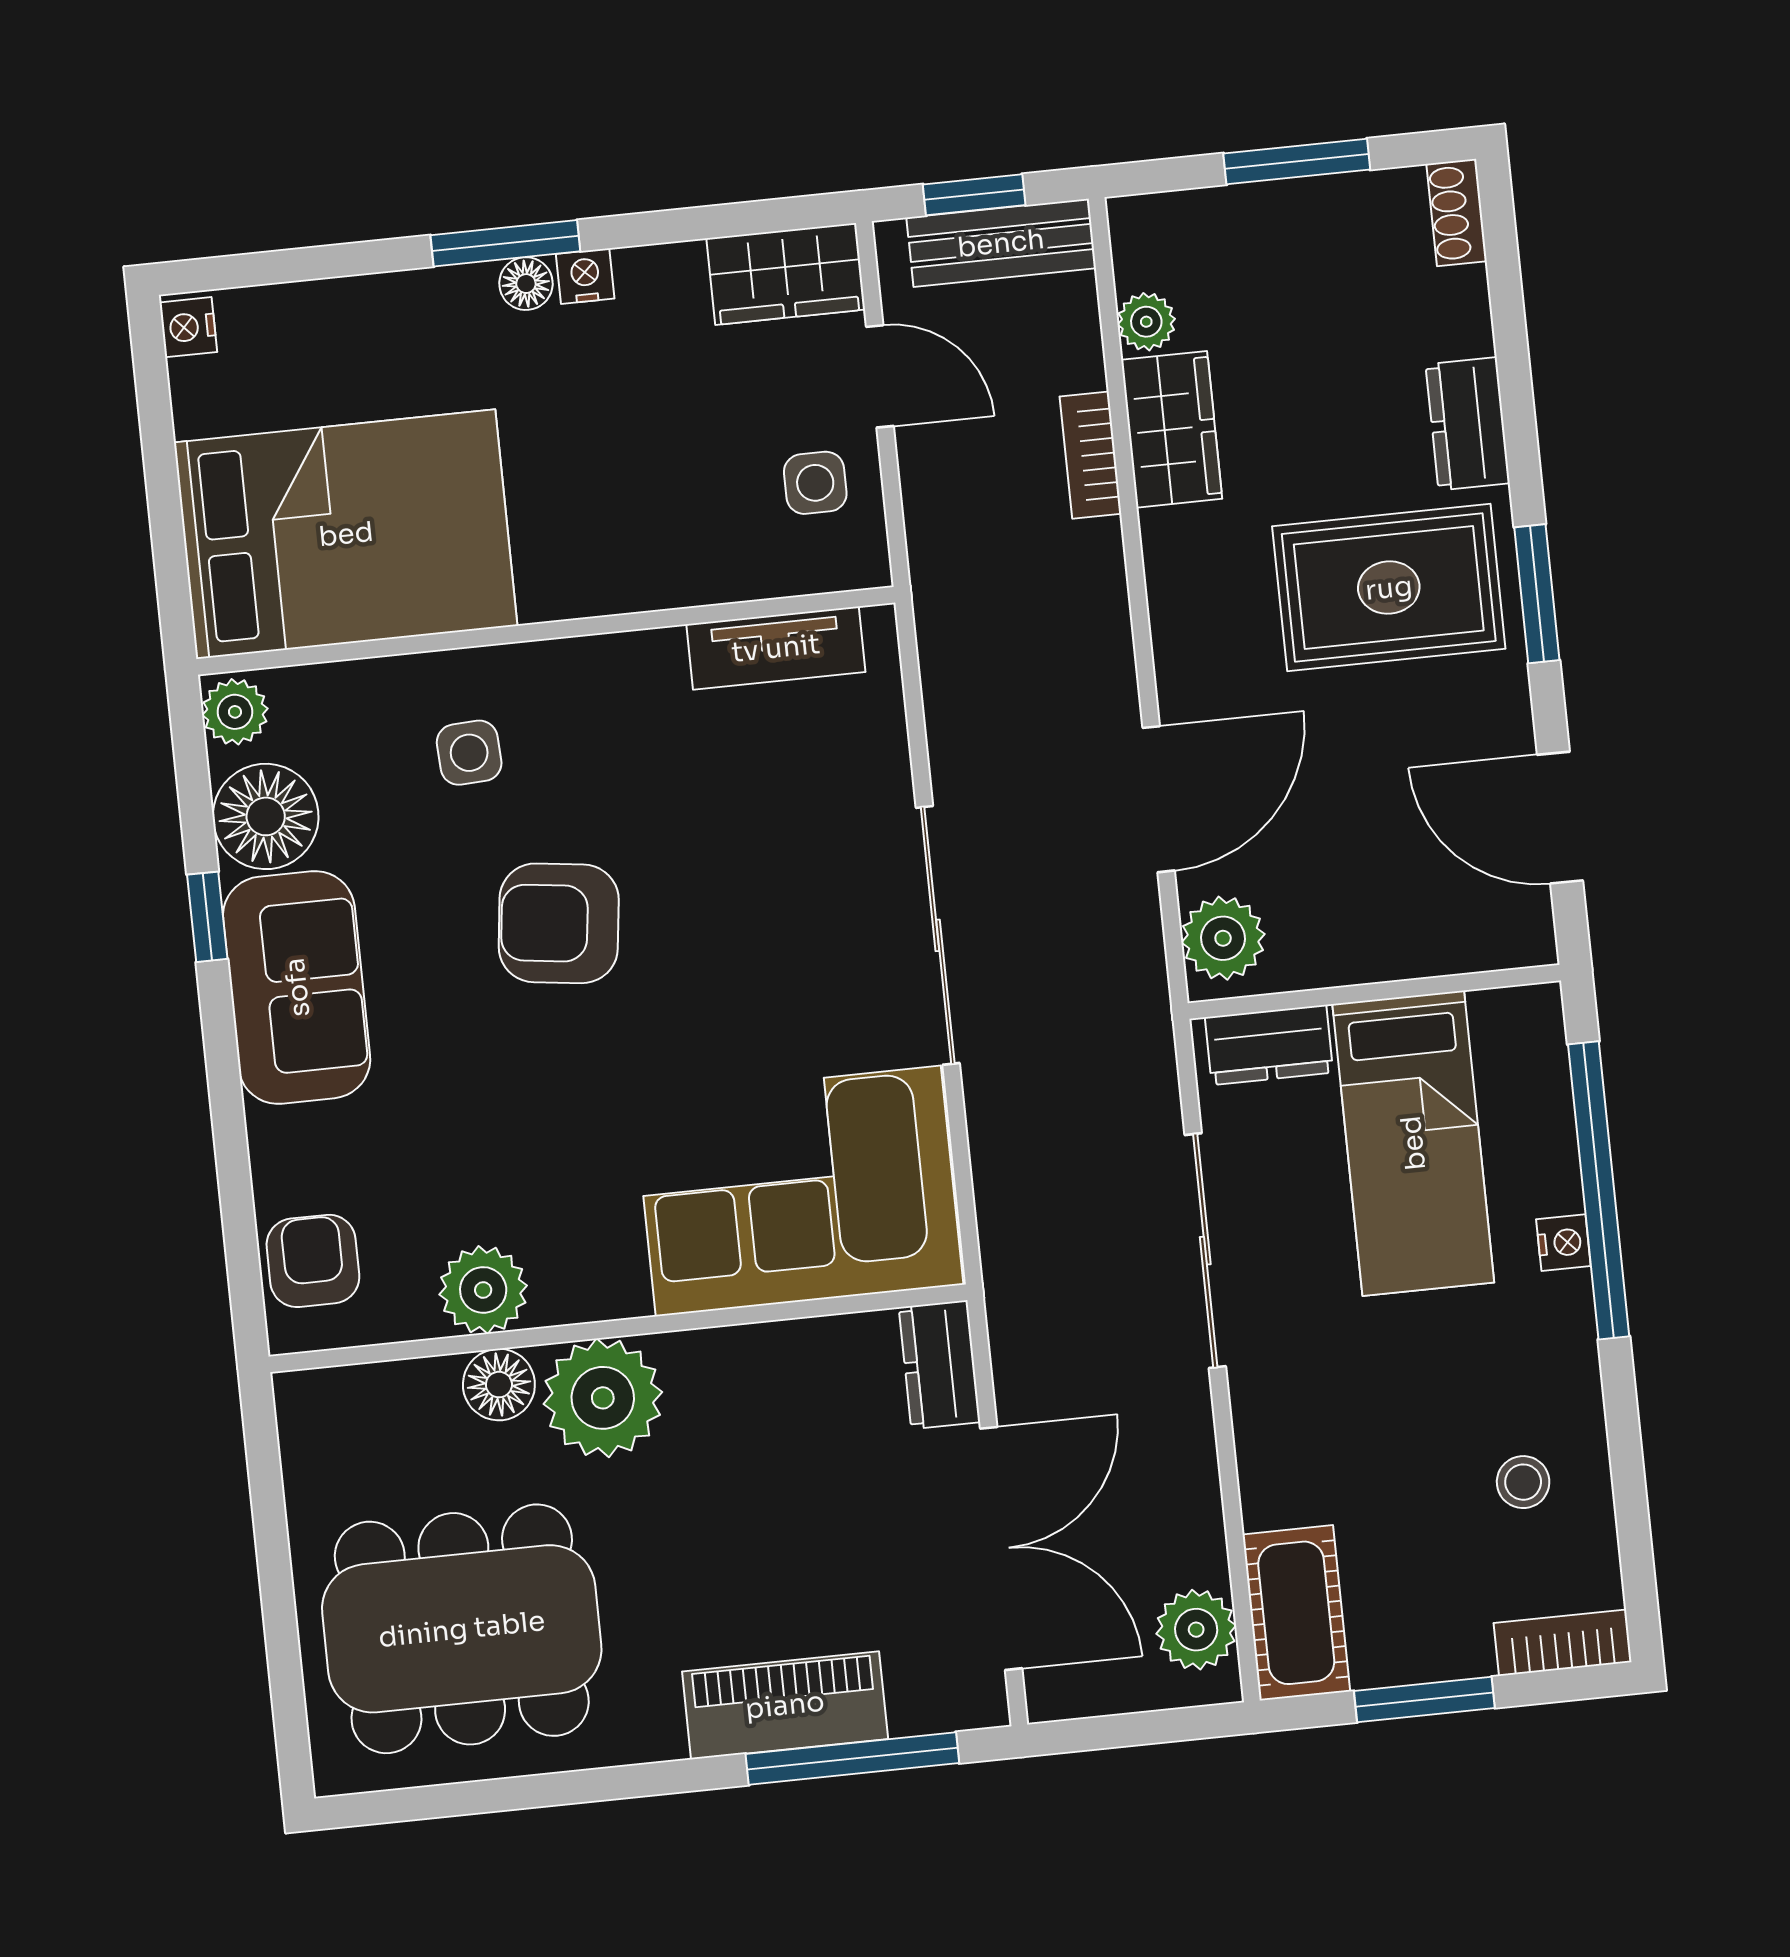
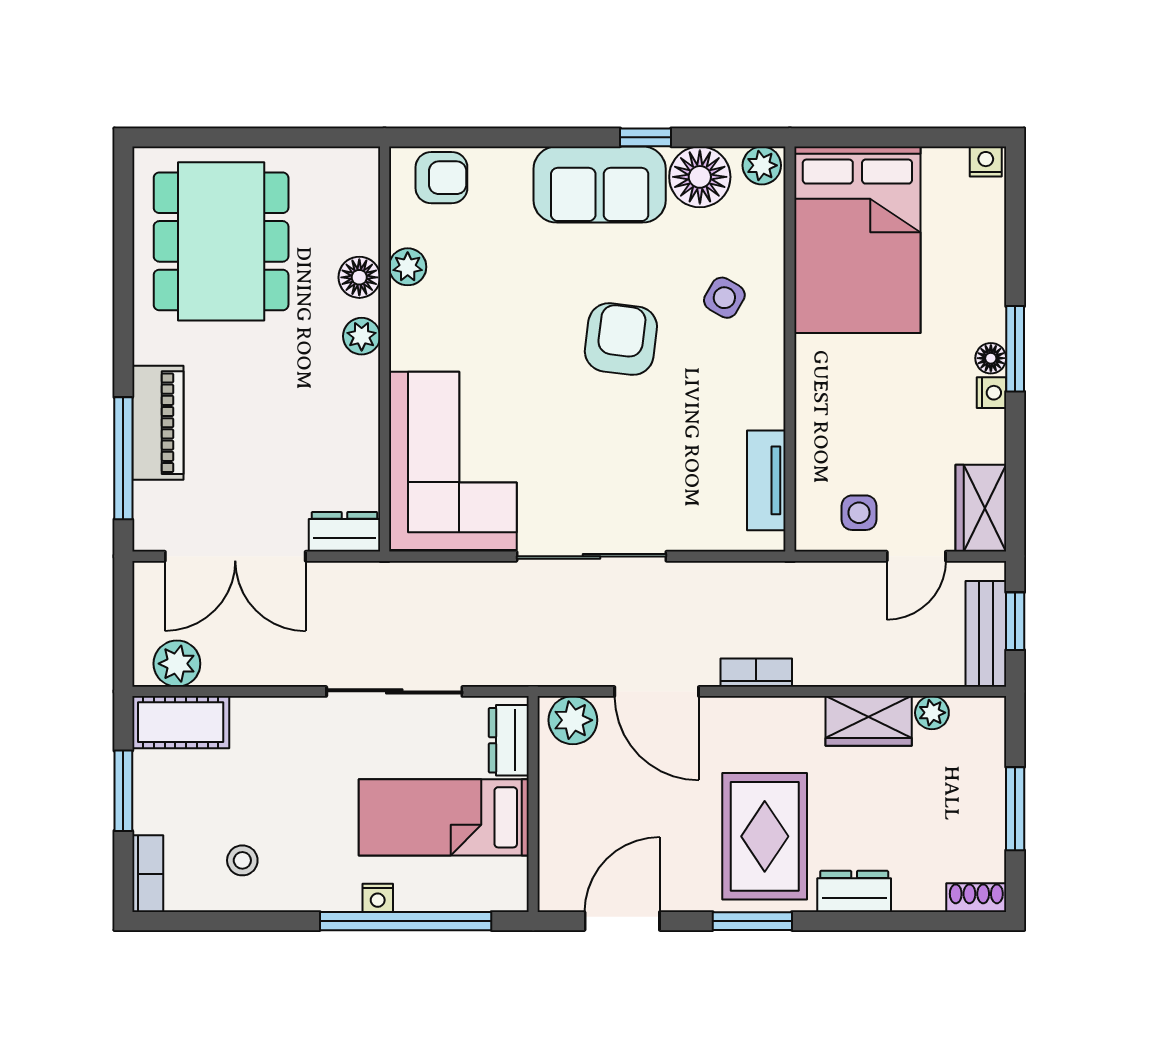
bookcase: (1090, 455) -> (756, 673), moved
side table: (469, 753) -> (724, 298), turned 33
plant: (483, 1290) -> (408, 267), width x0.73, depth x0.73
plant: (603, 1398) -> (362, 336), width x0.53, depth x0.53

